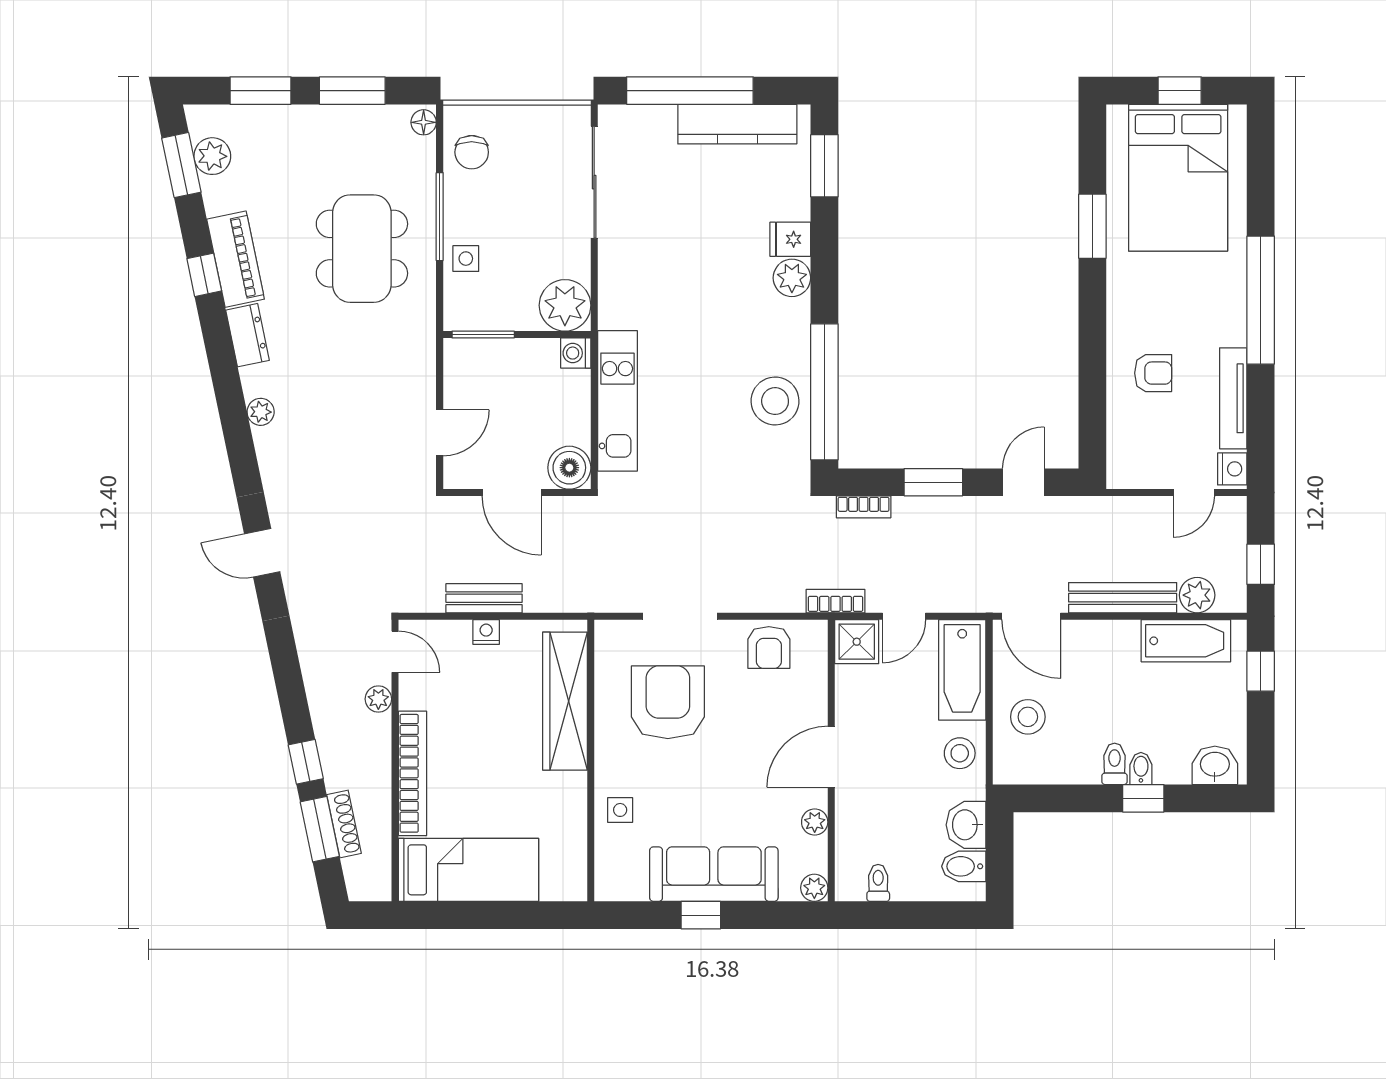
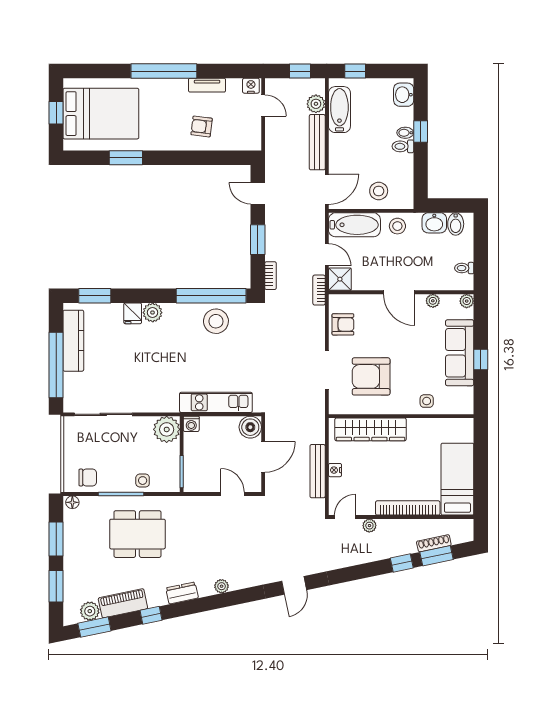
piano: (236, 259) -> (123, 603), moved
armchair: (1153, 373) -> (202, 126), turned -83
tv unit: (1233, 398) -> (207, 85), width x0.71
bench: (484, 598) -> (318, 471), width x1.36

